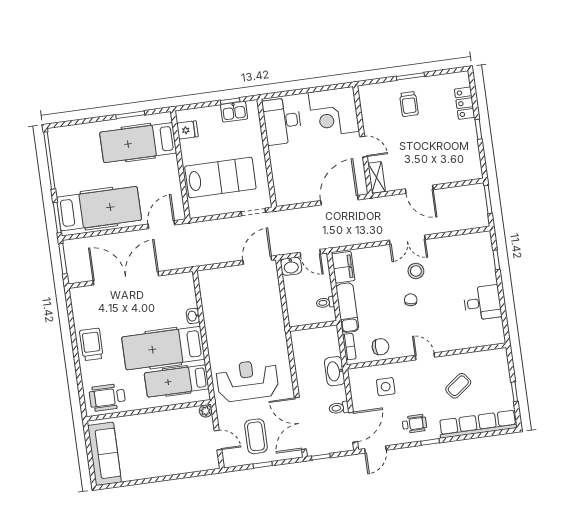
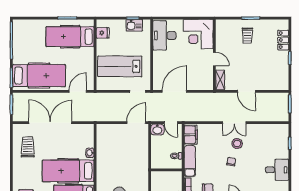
lab bench: (220, 178) -> (120, 66), turned 180
door: (339, 200) -> (174, 91), moved
trolley: (91, 344) -> (28, 147), moved

